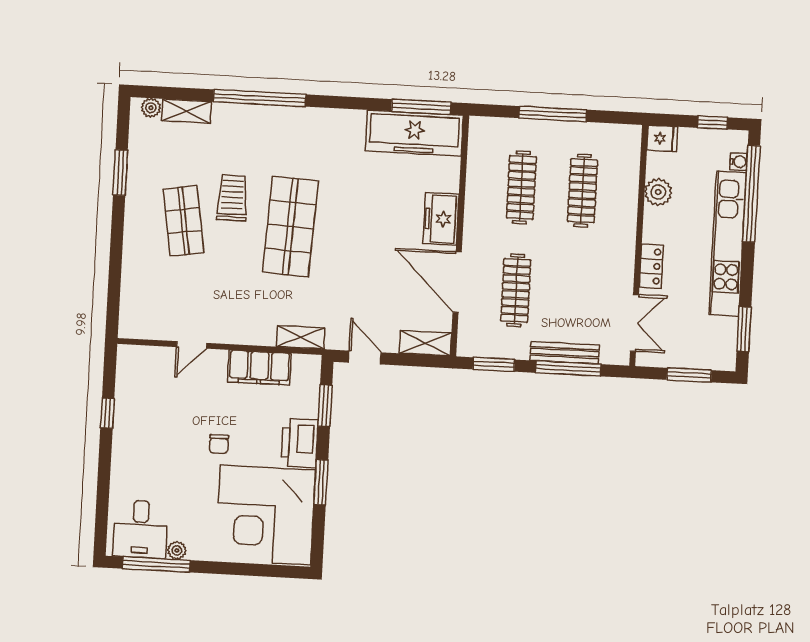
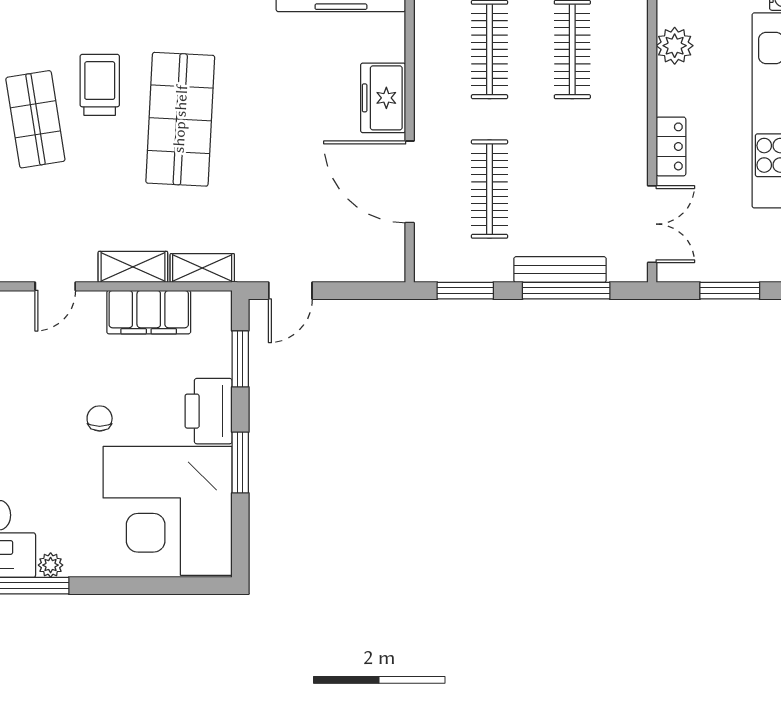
shelving: (425, 343) -> (133, 267), moved
door: (365, 357) -> (290, 291), swing flipped
chair: (219, 444) -> (100, 418), turned 180

